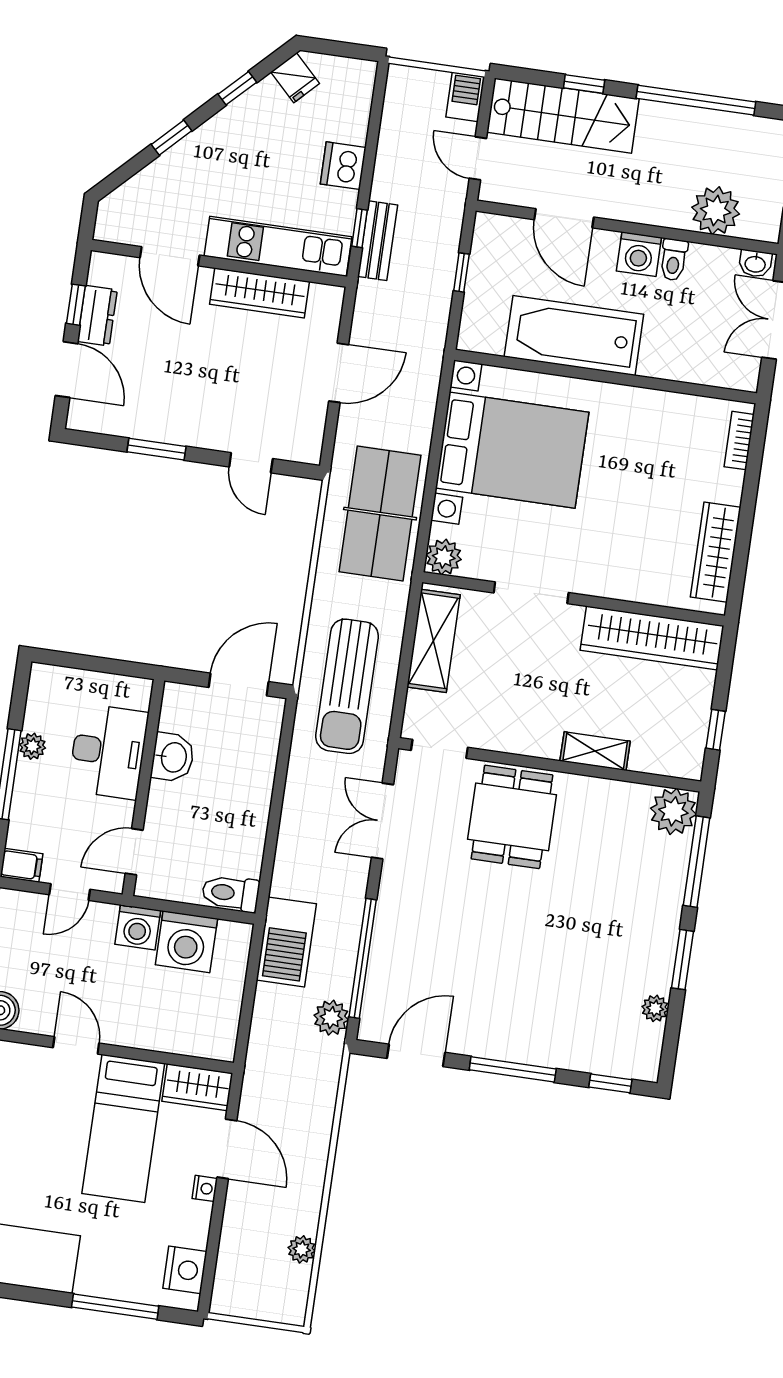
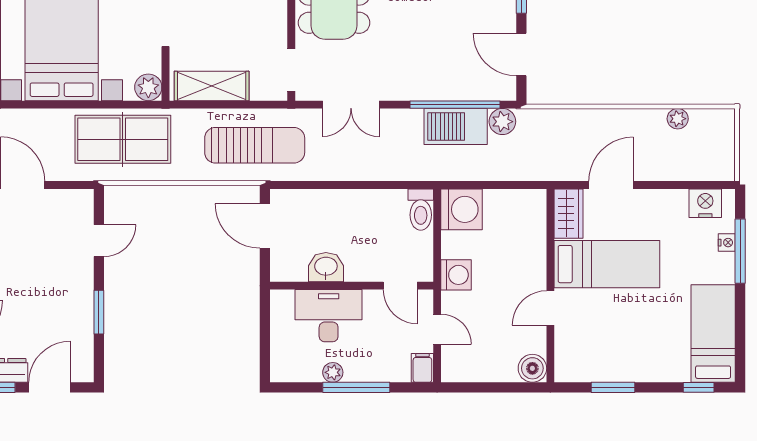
washing machine: (186, 942) -> (461, 209), moved
barbecue: (286, 942) -> (456, 127), moved, turned 180
nightstand: (205, 1188) -> (727, 243), moved, turned 90

